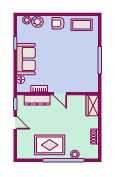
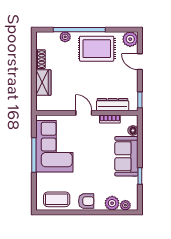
corner sofa: (83, 67) -> (54, 146), added
wardrobe: (92, 105) -> (43, 83), moved
door: (15, 123) -> (140, 62), moved
plant: (23, 153) -> (130, 39), added

